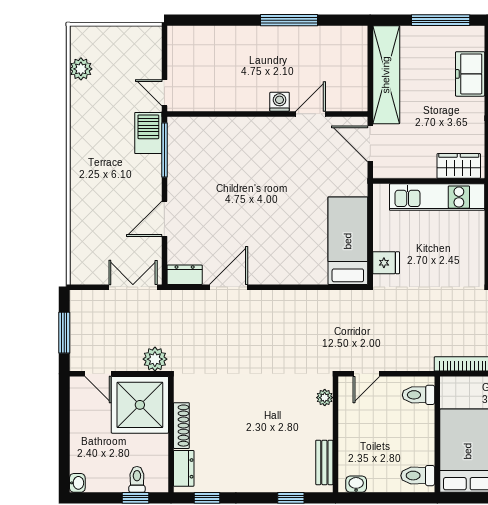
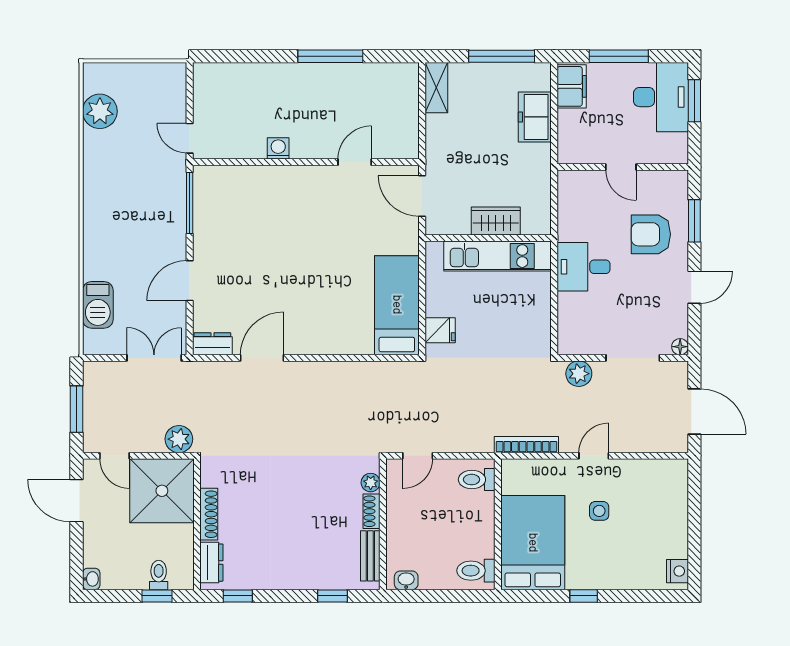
plant: (81, 69) -> (100, 111), width x1.36, depth x1.36
shelving: (386, 75) -> (436, 88), width x0.45, depth x0.75
washing machine: (280, 102) -> (278, 148), moved
barbecue: (148, 133) -> (98, 305), moved, turned 180
wardrobe: (459, 166) -> (496, 221), moved
door: (64, 414) -> (76, 501), added
shoe rack: (325, 423) -> (372, 511), added

